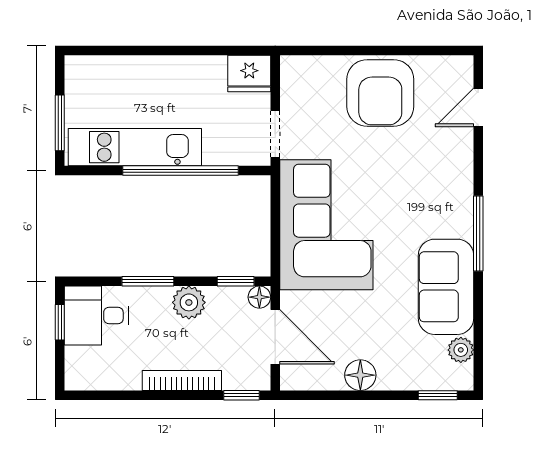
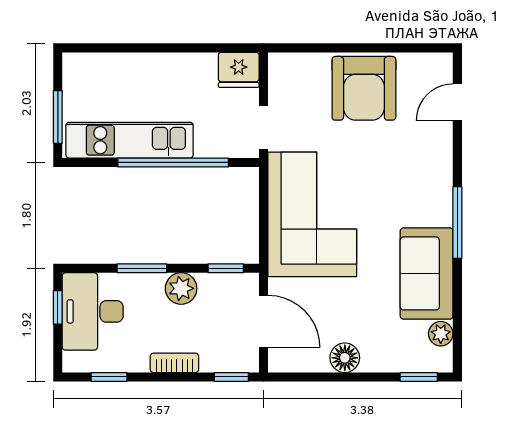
floor lamp: (259, 297) -> (248, 283), removed
desk: (96, 315) -> (93, 311), width x1.37
bookcase: (182, 380) -> (174, 363), width x0.64
window: (113, 395) -> (109, 377), added

